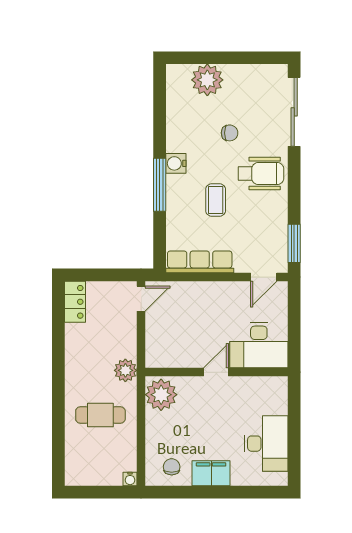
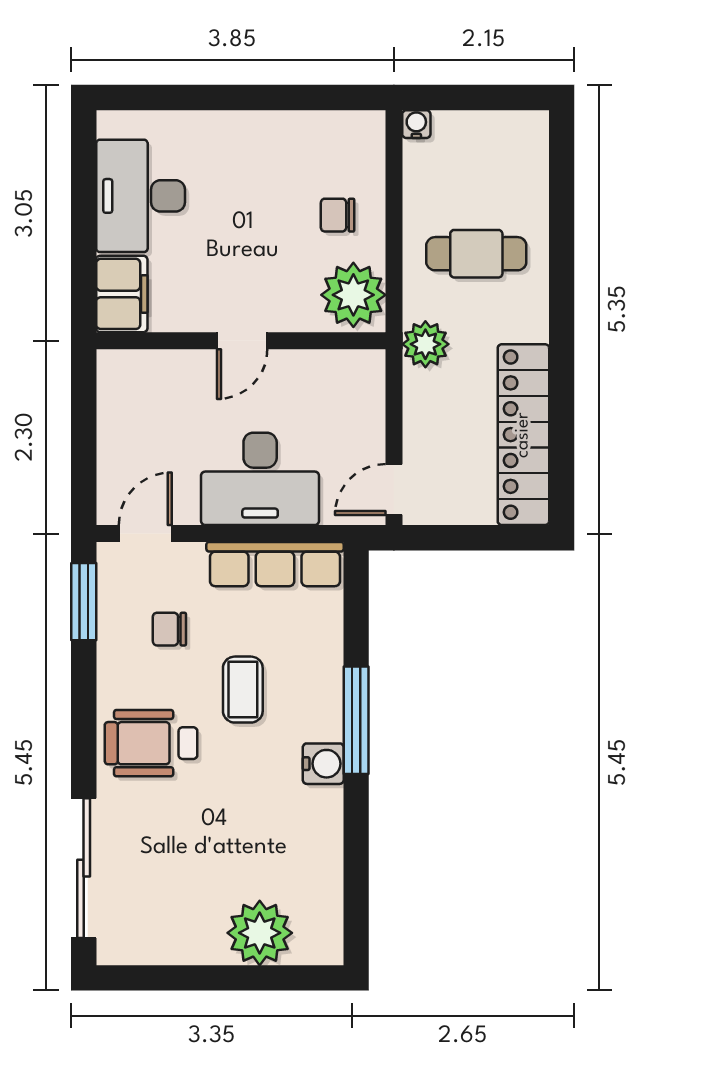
chair: (230, 133) -> (169, 629), moved
locker: (75, 302) -> (523, 435), width x2.16, depth x1.21
desk: (259, 345) -> (260, 479), moved, turned 180
chair: (172, 467) -> (338, 215), moved, turned 90
filing cabinet: (211, 473) -> (122, 294), moved, turned -90

